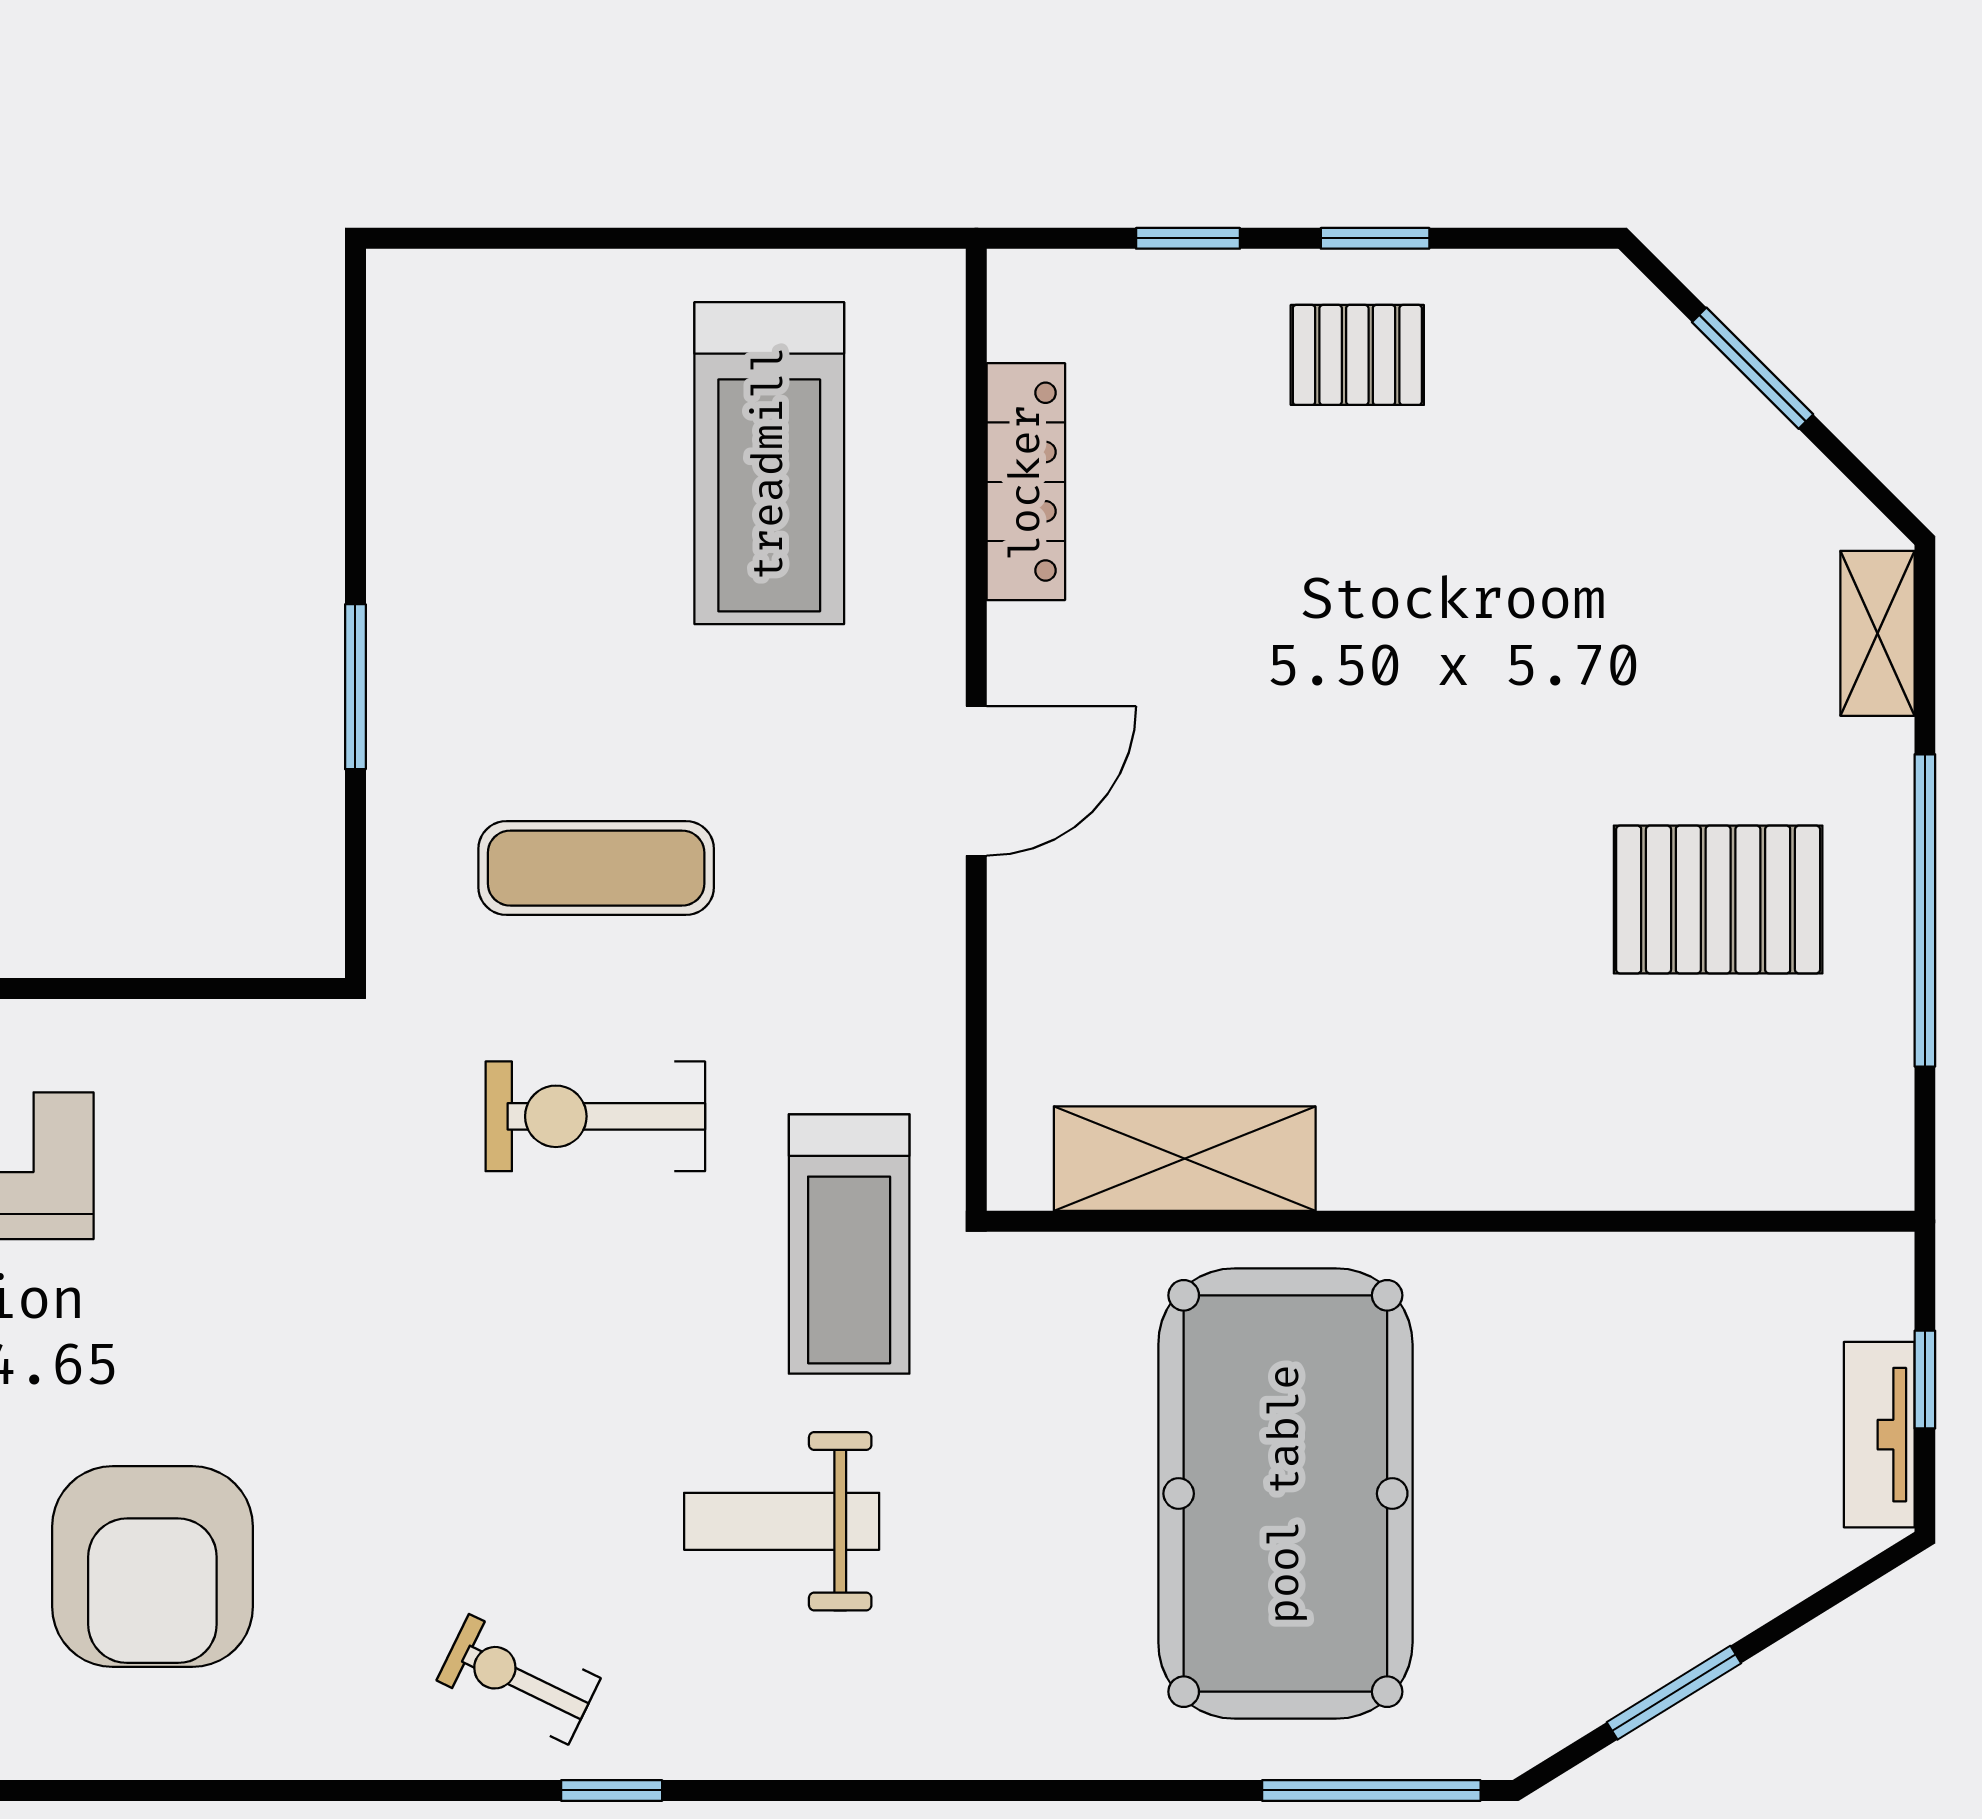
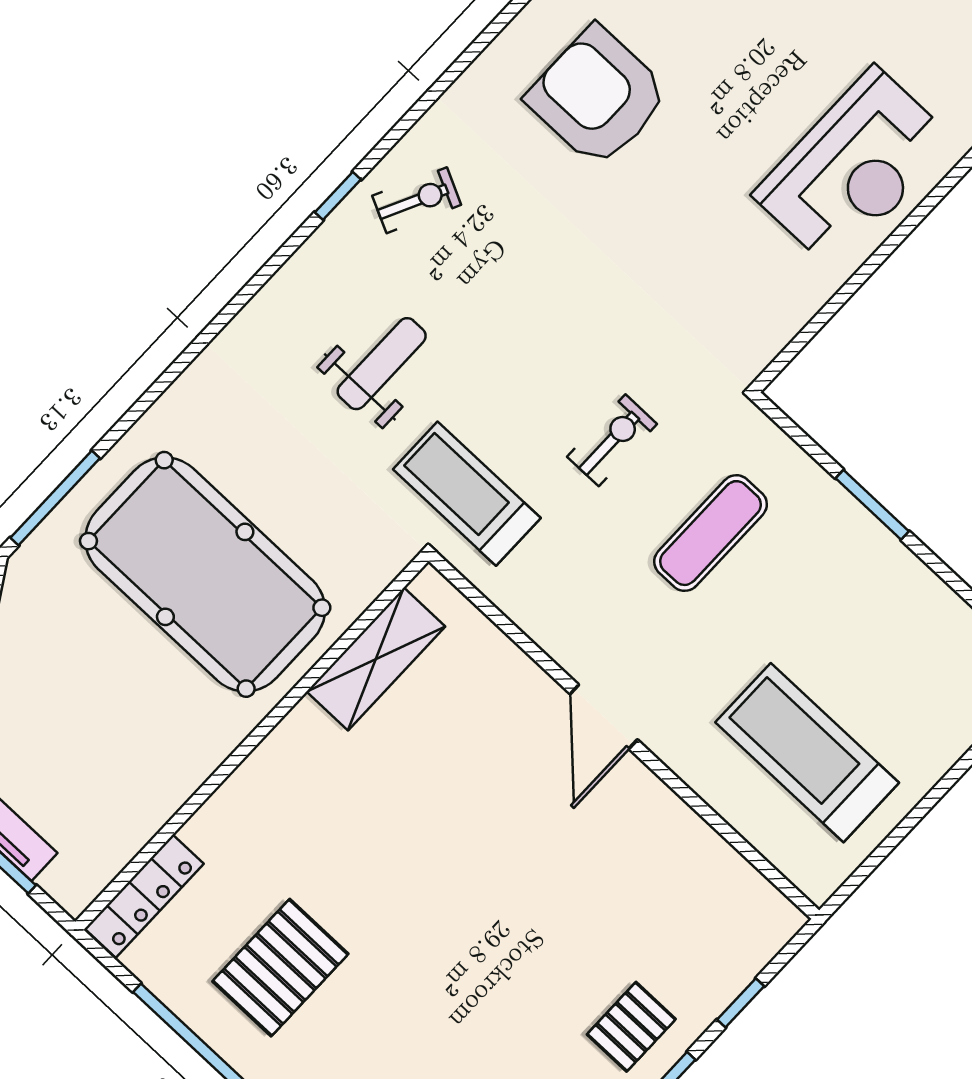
locker: (1026, 482) -> (144, 896), moved, turned -90
exercise bike: (595, 1116) -> (612, 440), width x0.73, depth x0.72

